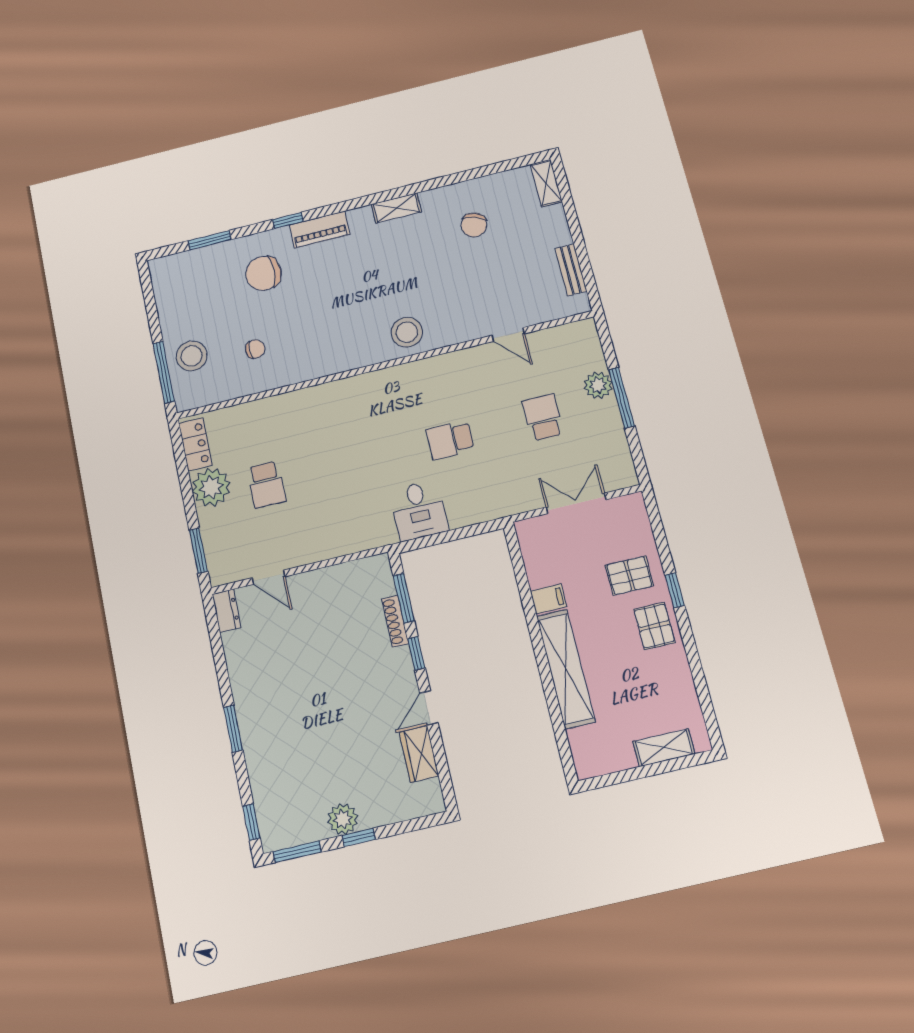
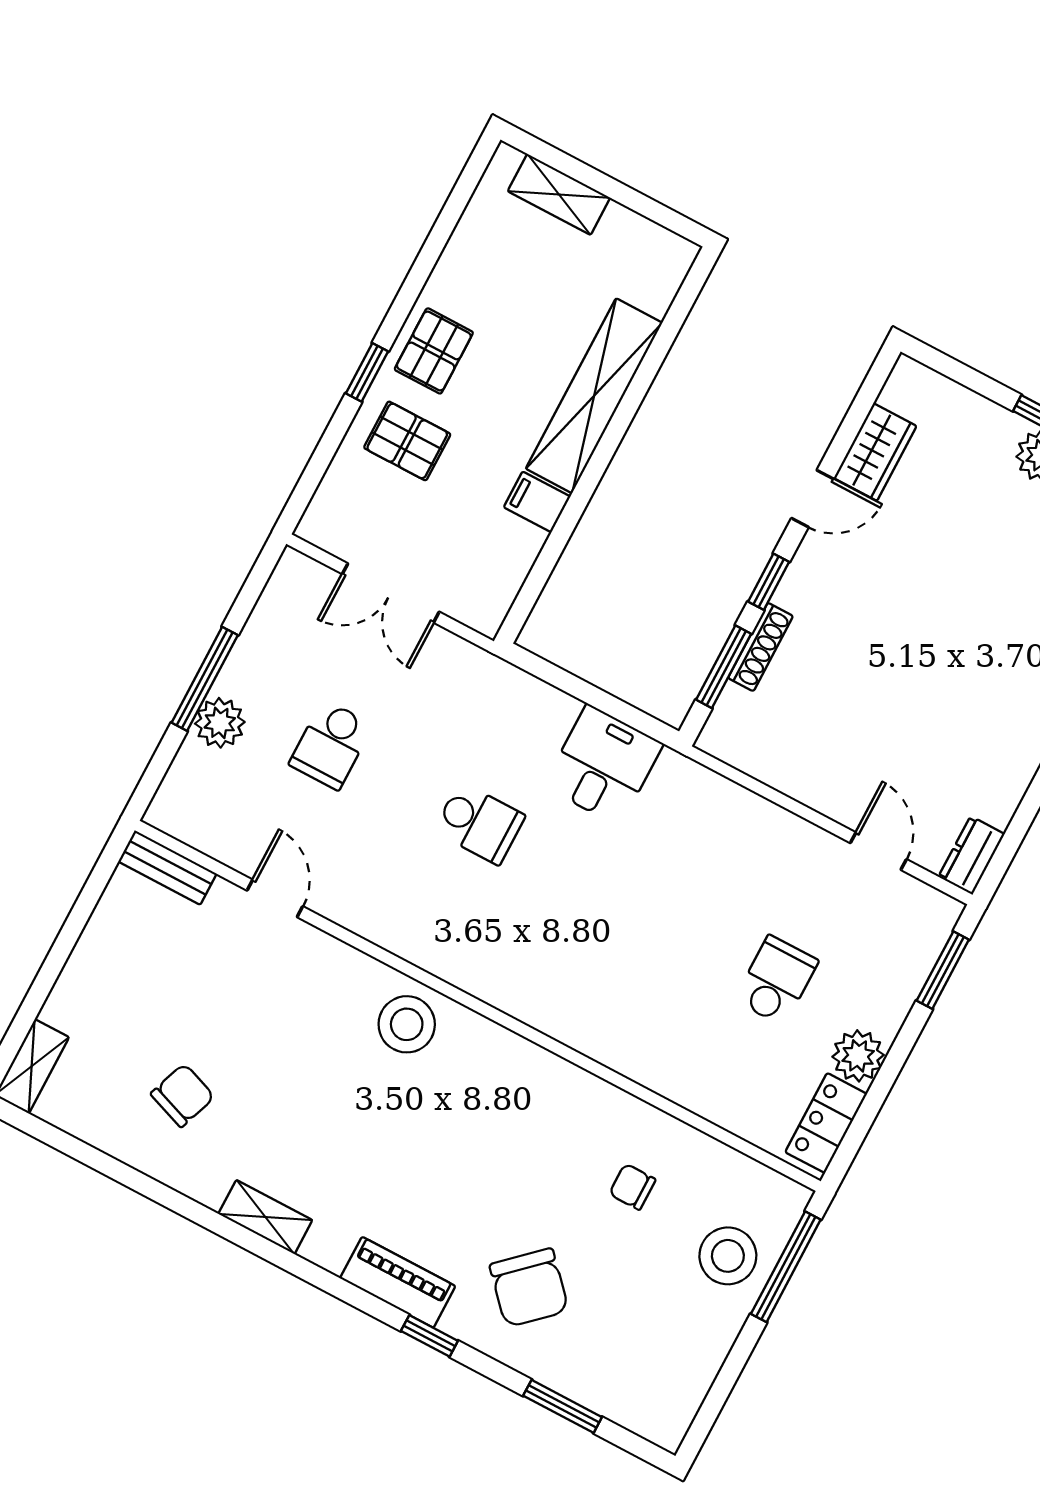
bench: (571, 270) -> (167, 868), moved, turned 90
chair: (263, 273) -> (529, 1288), turned 47
plant: (211, 487) -> (858, 1056), width x0.73, depth x0.73

